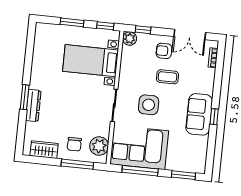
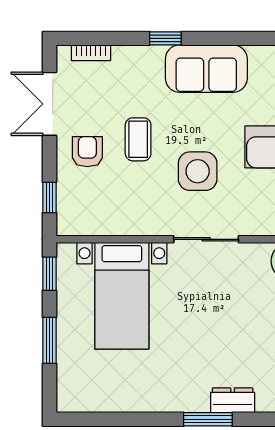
double door: (190, 35) -> (49, 104), swing flipped
plant: (130, 39) -> (70, 222), removed
armchair: (164, 51) -> (87, 152), turned 180
dresser: (33, 106) -> (233, 400), width x0.70
window: (214, 117) -> (165, 38), moved

